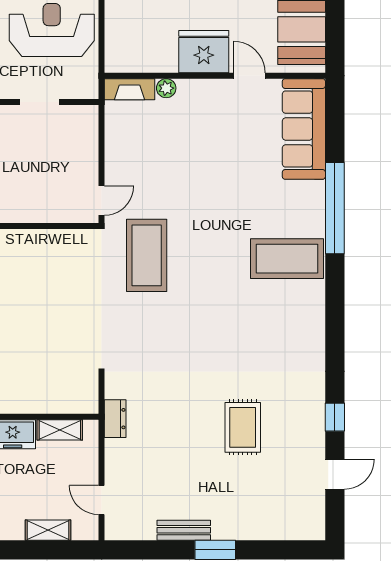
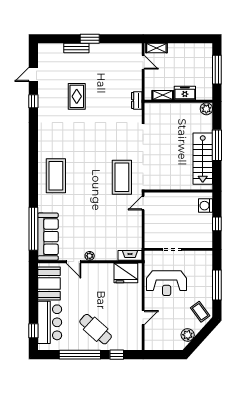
fridge: (204, 52) -> (126, 273), moved
plant: (166, 88) -> (90, 256), moved
window: (335, 208) -> (33, 229), moved
coffee table: (287, 259) -> (56, 176), turned 90
shelving: (48, 530) -> (156, 48), moved
bench: (184, 530) -> (76, 48), moved

